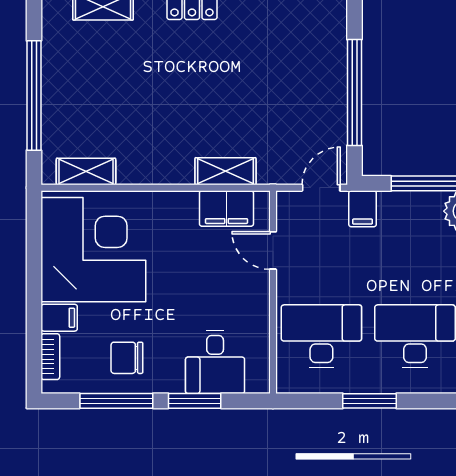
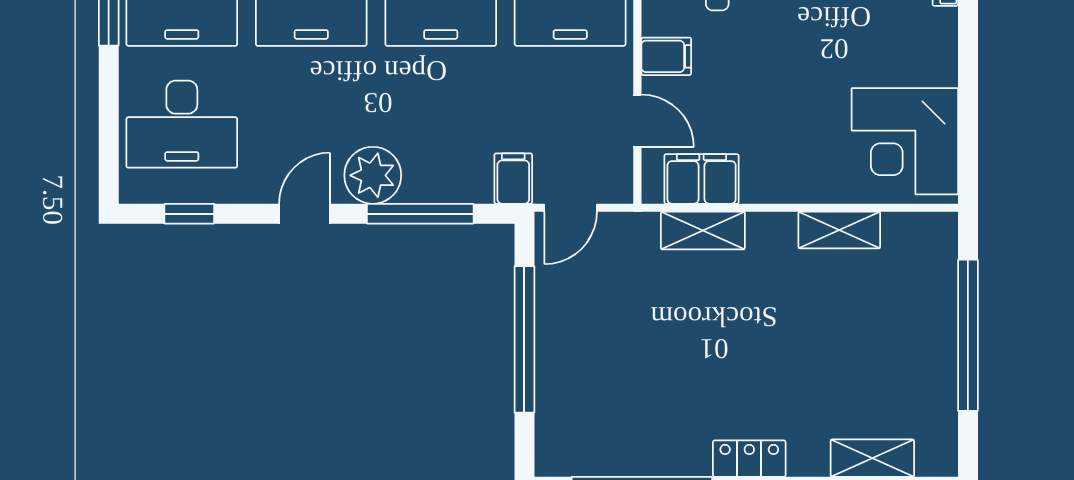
shelving: (86, 172) -> (839, 230), moved
corner desk: (93, 250) -> (905, 141), width x0.74, depth x0.74
filing cabinet: (59, 318) -> (666, 56), moved, turned 180

